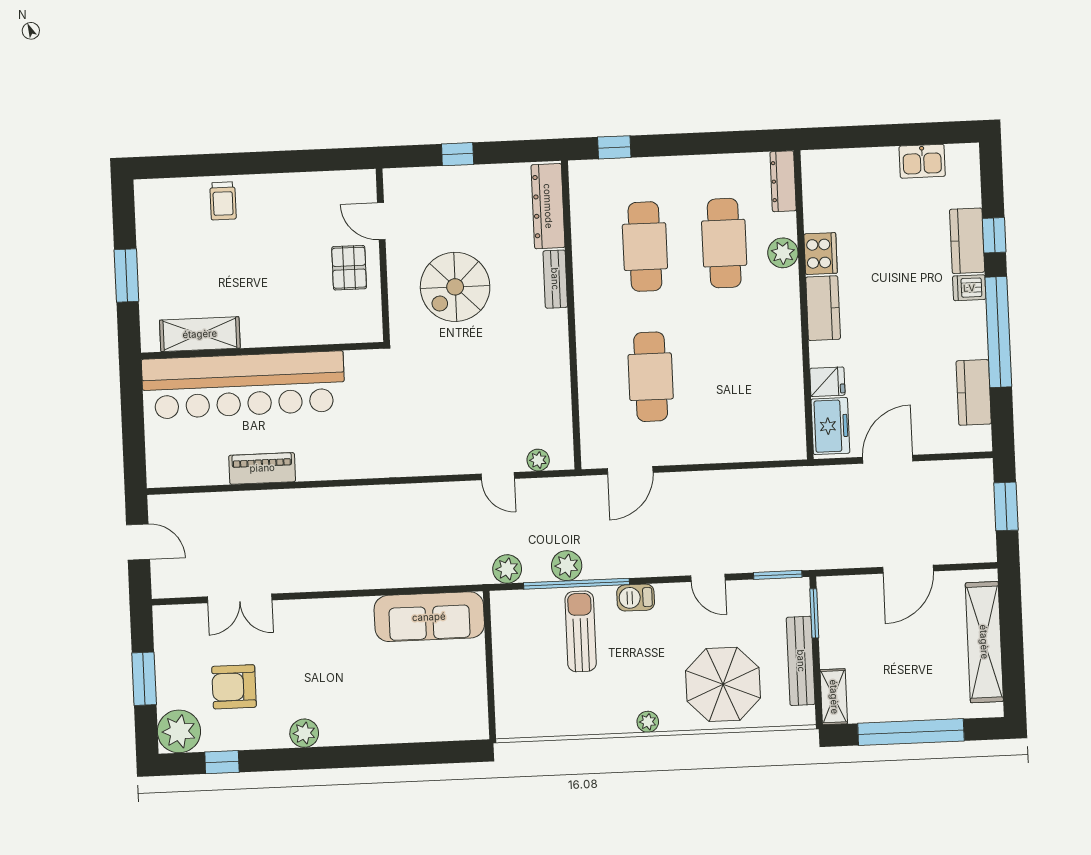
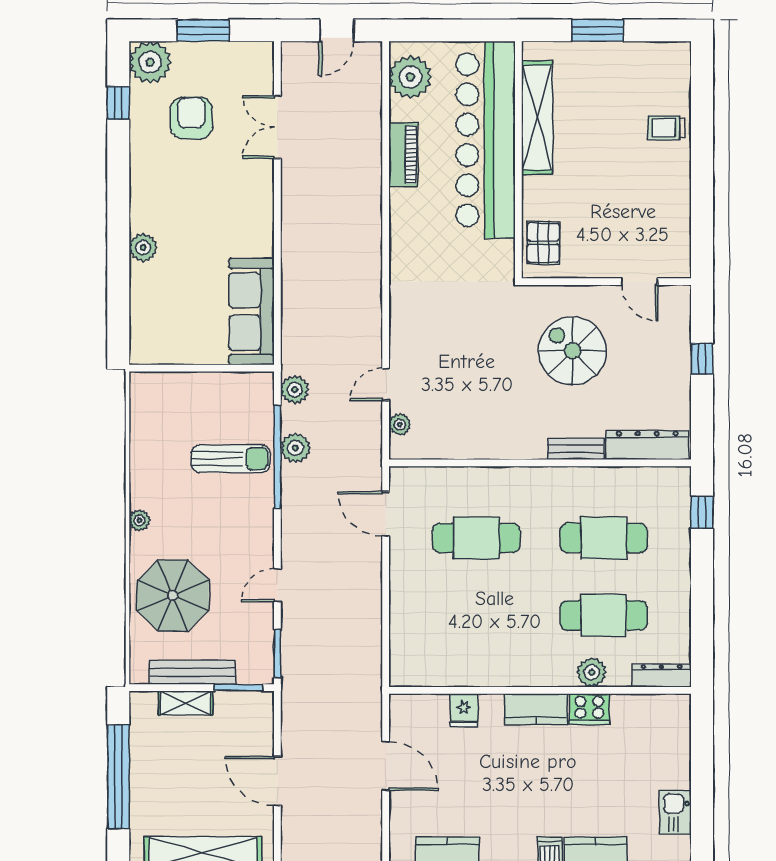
door: (381, 221) -> (640, 282), swing flipped
pallet: (349, 268) -> (543, 243), moved, turned 90
shelving: (200, 334) -> (537, 118), width x1.47
freezer: (830, 426) -> (421, 711), removed
plant: (182, 465) -> (410, 77), added
barbecue: (636, 598) -> (261, 514), removed
shelving: (834, 697) -> (186, 703), moved
plant: (304, 733) -> (143, 248), moved

